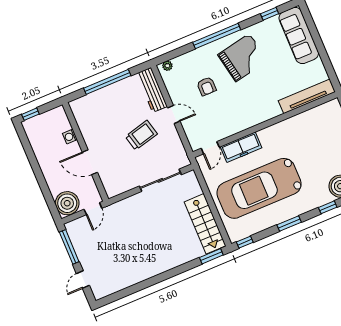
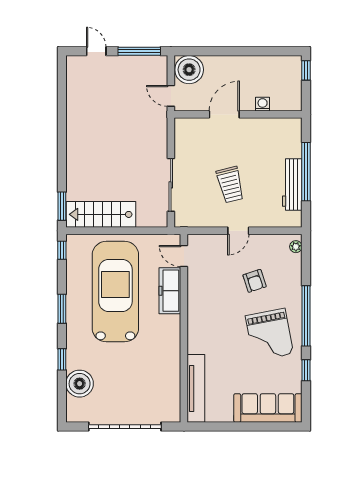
window: (270, 14) -> (306, 370), moved
armchair: (207, 86) -> (255, 281), turned -108
workbench: (152, 90) -> (292, 185), moved, turned -90

